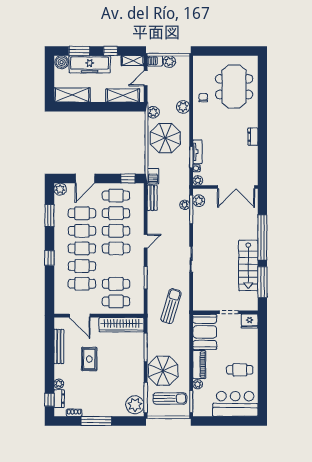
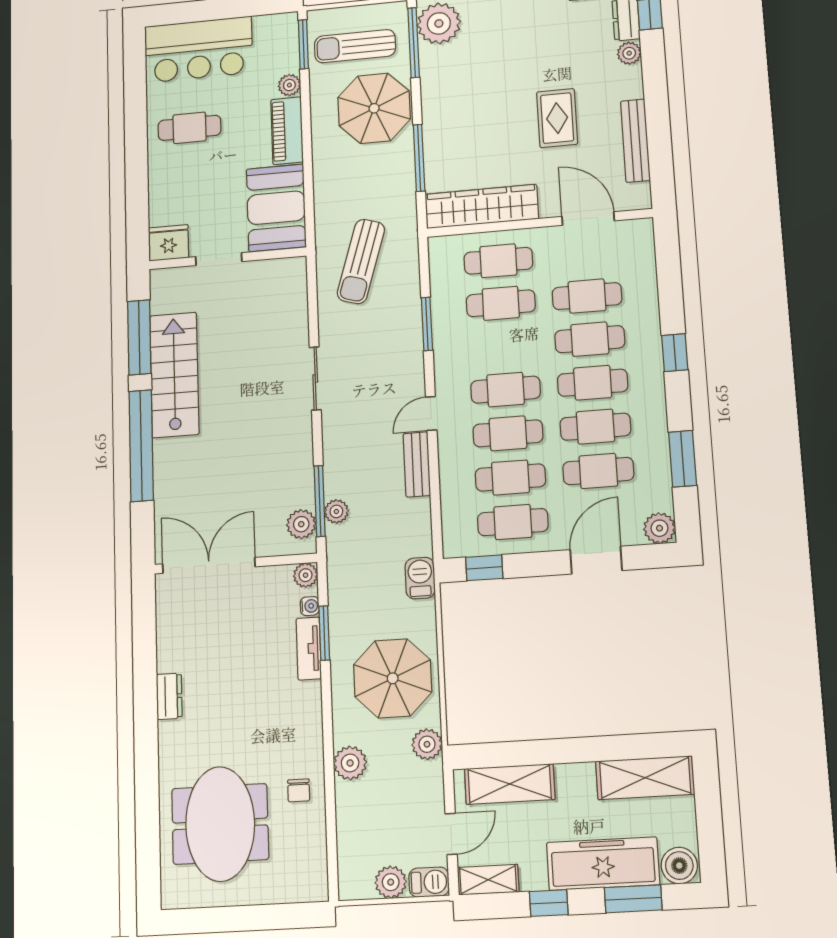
bench: (152, 198) -> (417, 464), moved

